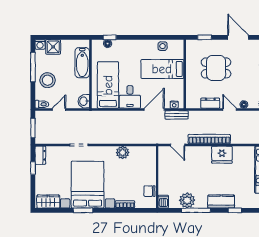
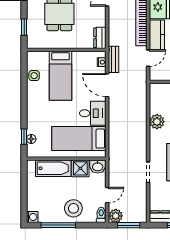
shower: (53, 47) -> (80, 168), moved
dresser: (210, 103) -> (100, 38), moved
door: (59, 109) -> (107, 195), swing flipped
plant: (41, 117) -> (116, 216), added
kitchen counter: (198, 152) -> (157, 35), added

